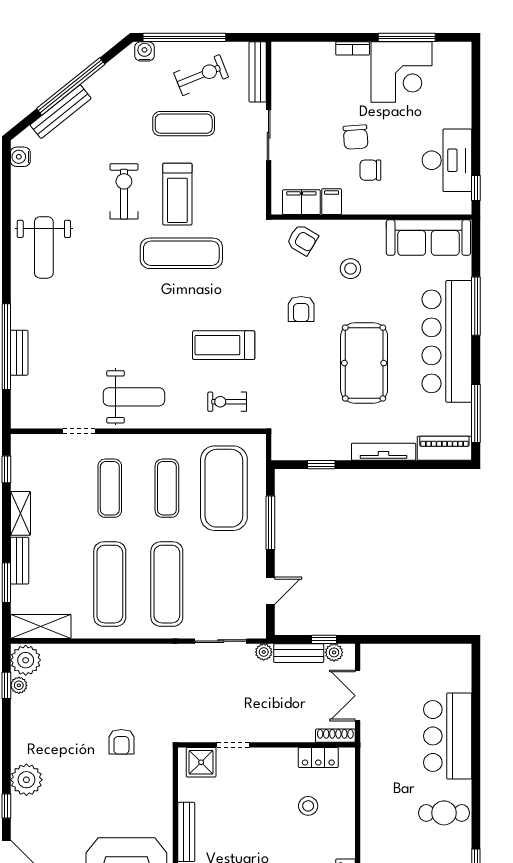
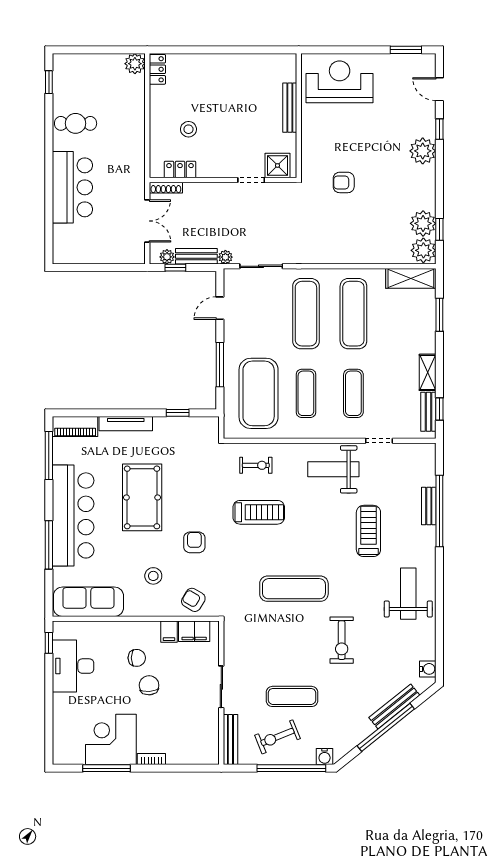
treadmill: (177, 194) -> (368, 531), moved
bench: (20, 561) -> (428, 412), moved
plant: (19, 685) -> (423, 223), width x1.88, depth x1.88
armchair: (121, 742) -> (344, 182), turned -90

